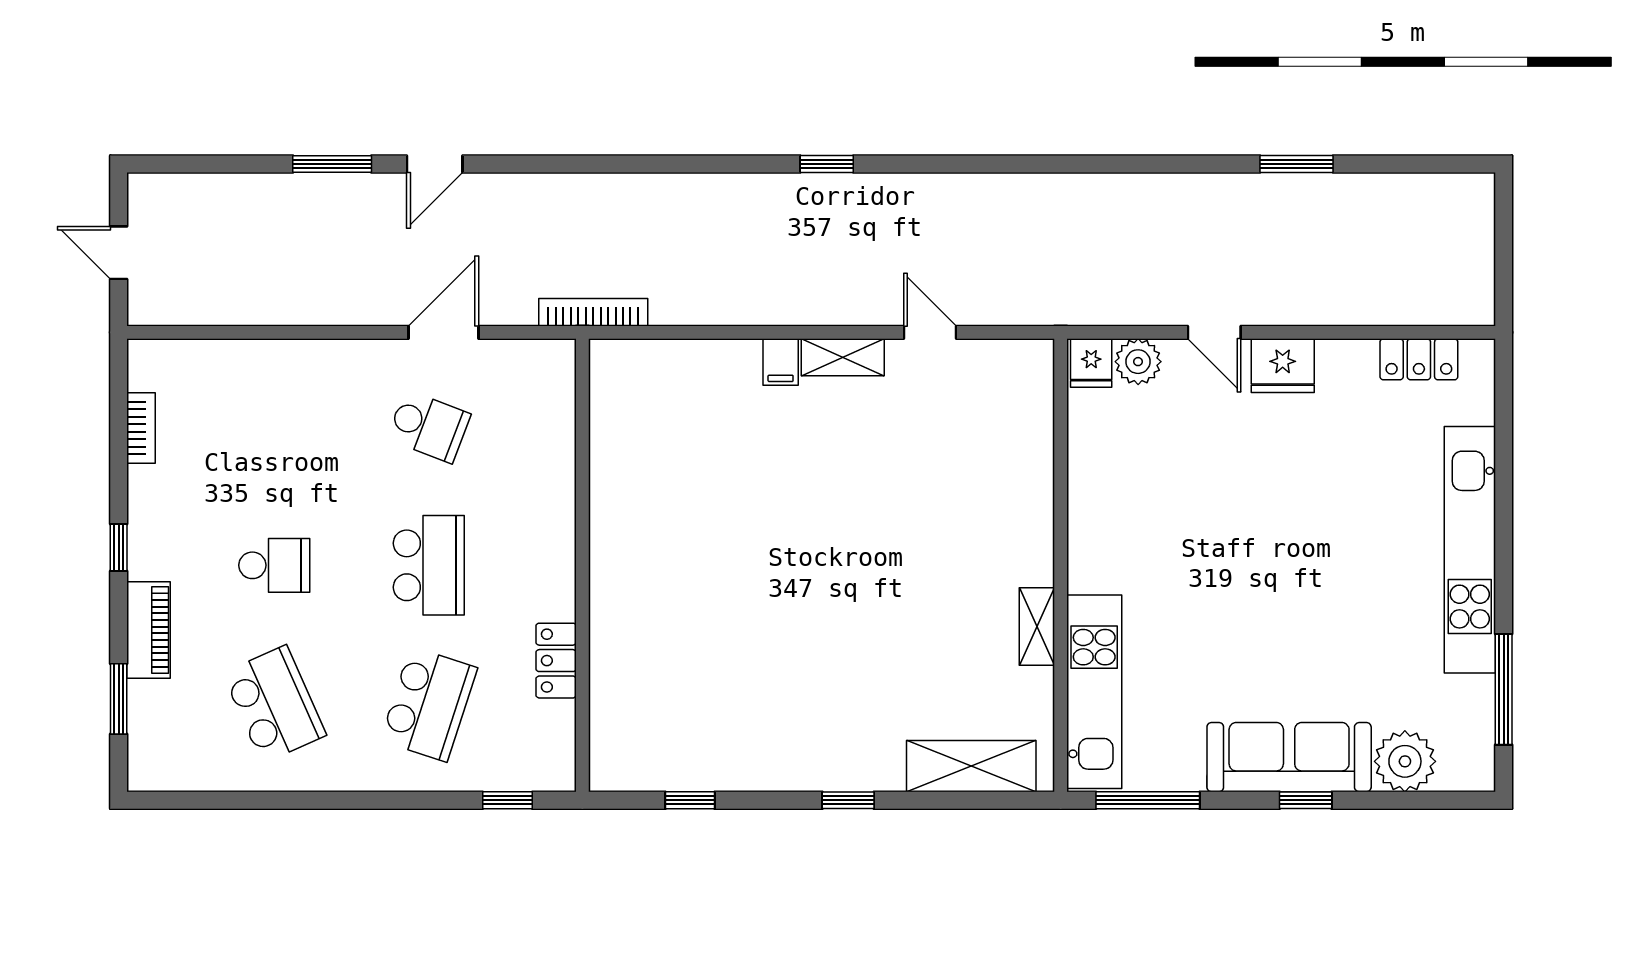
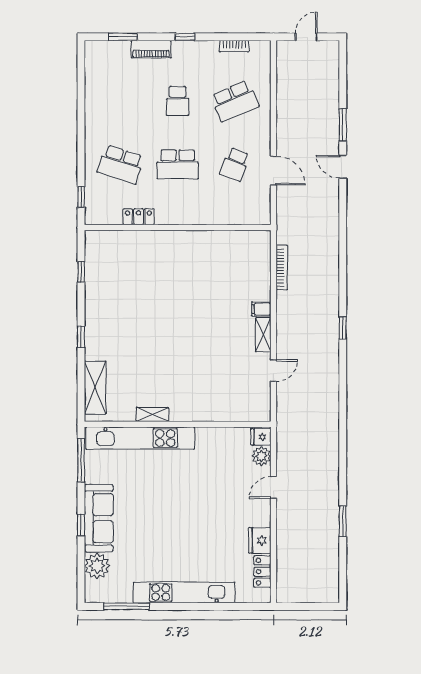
bookcase: (593, 312) -> (282, 267), moved
fridge: (1283, 366) -> (260, 540), moved
kitchen unit: (1094, 692) -> (140, 438), width x1.36
school desk: (274, 704) -> (235, 101), moved

